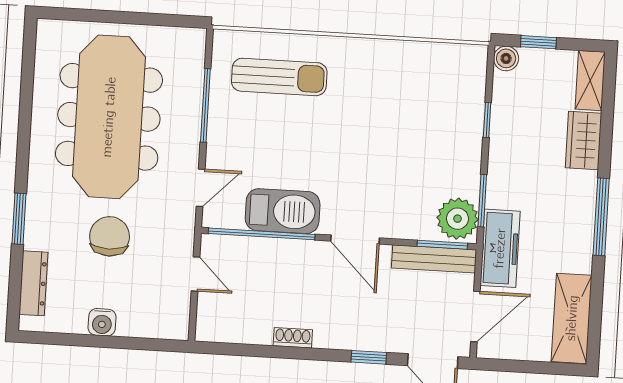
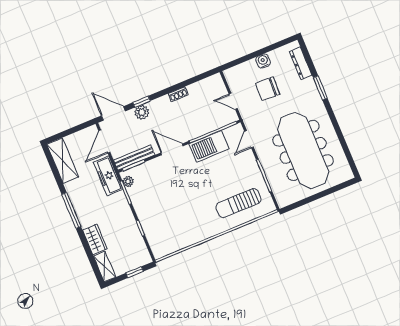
boiler: (506, 58) -> (145, 258), removed
plant: (458, 219) -> (128, 181), width x0.53, depth x0.53
chair: (110, 236) -> (268, 89), moved, turned 92
plant: (378, 337) -> (142, 112), added

